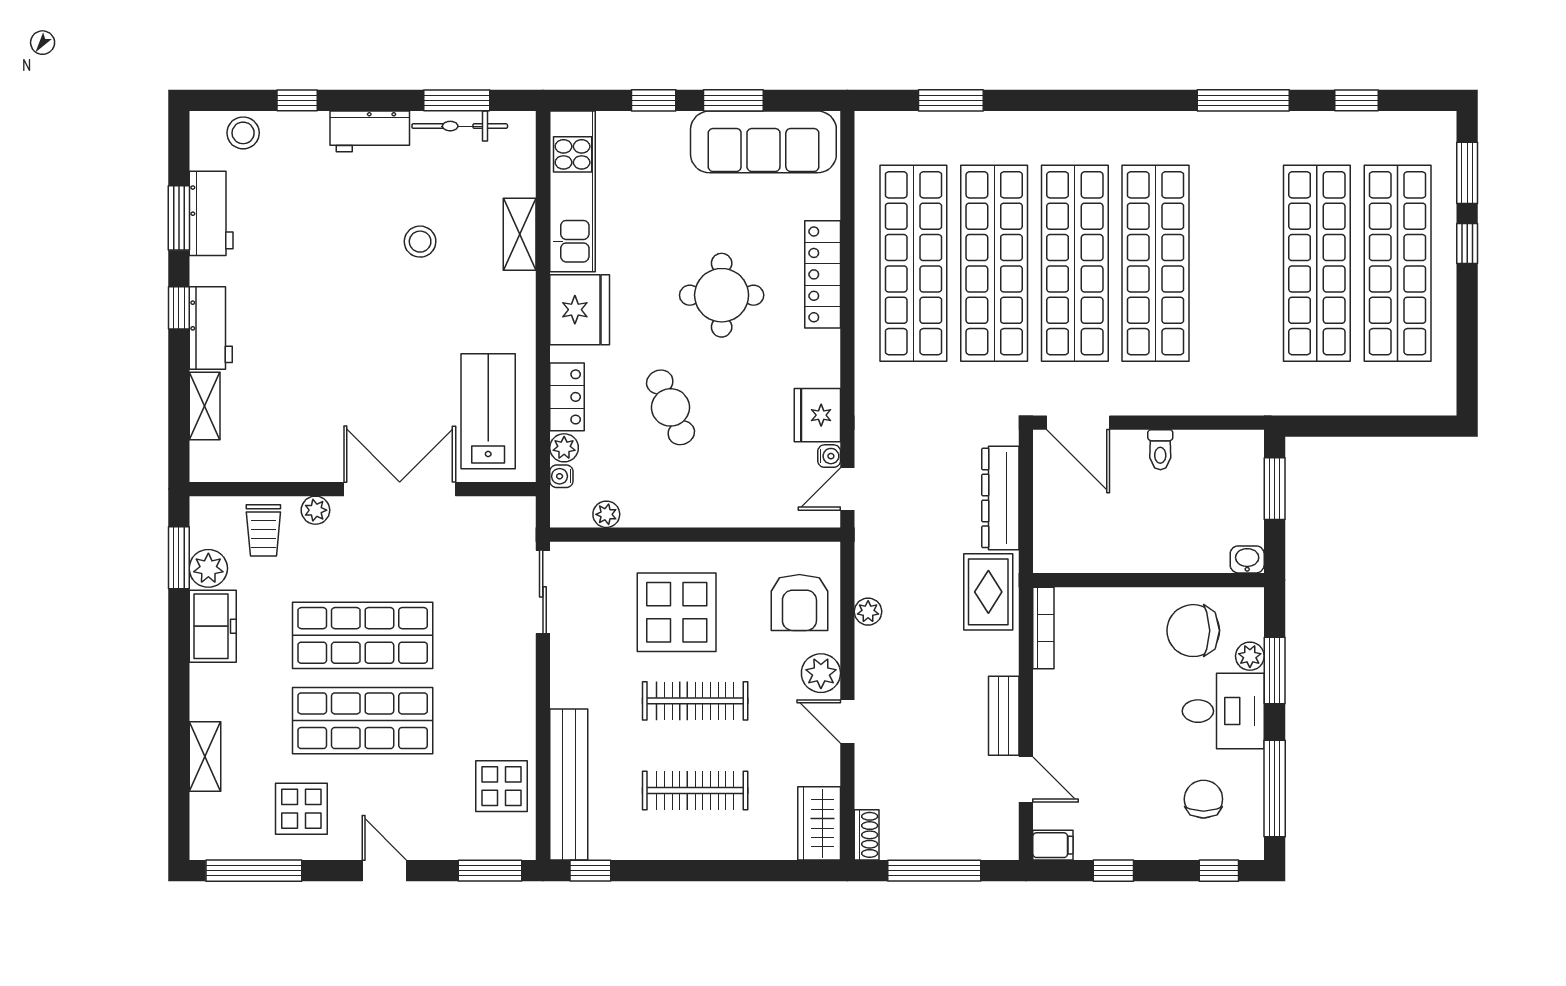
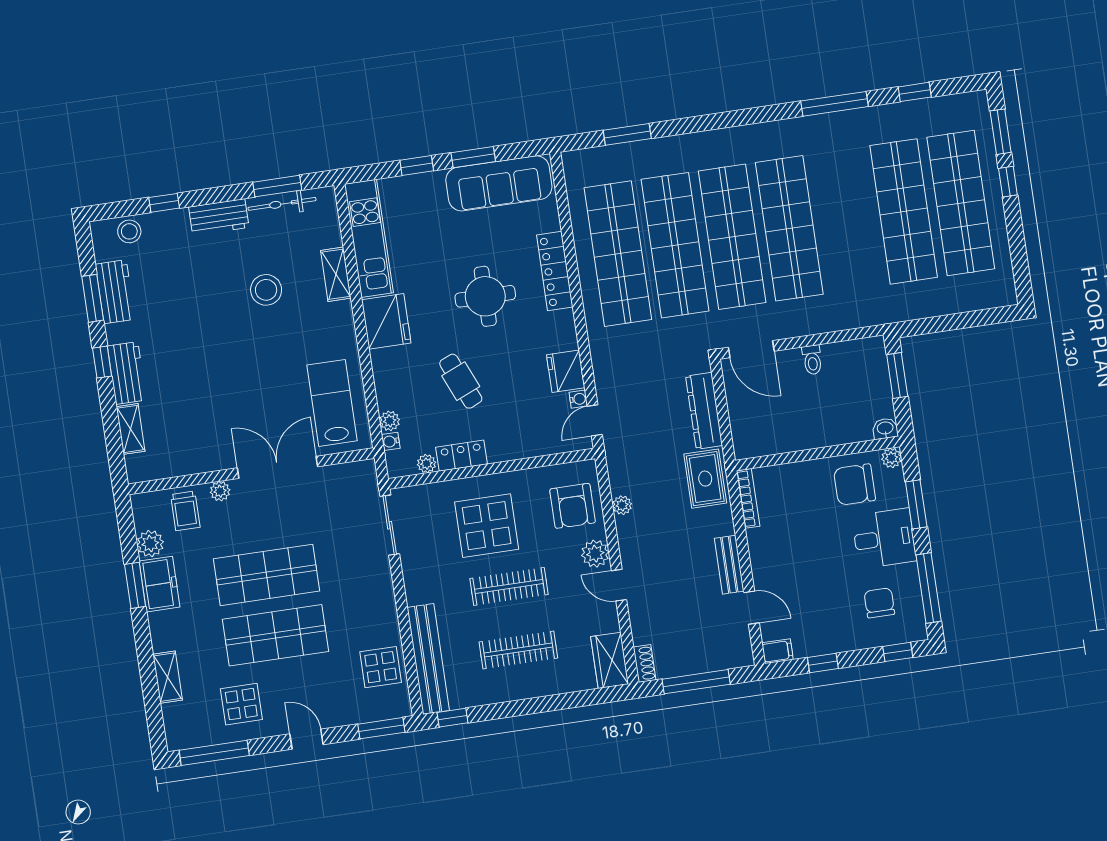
stool: (420, 242) -> (266, 290), width x1.38, depth x1.38
locker: (567, 397) -> (461, 456), moved, turned -90
window: (179, 558) -> (135, 585), moved
plant: (1250, 656) -> (891, 458), moved

